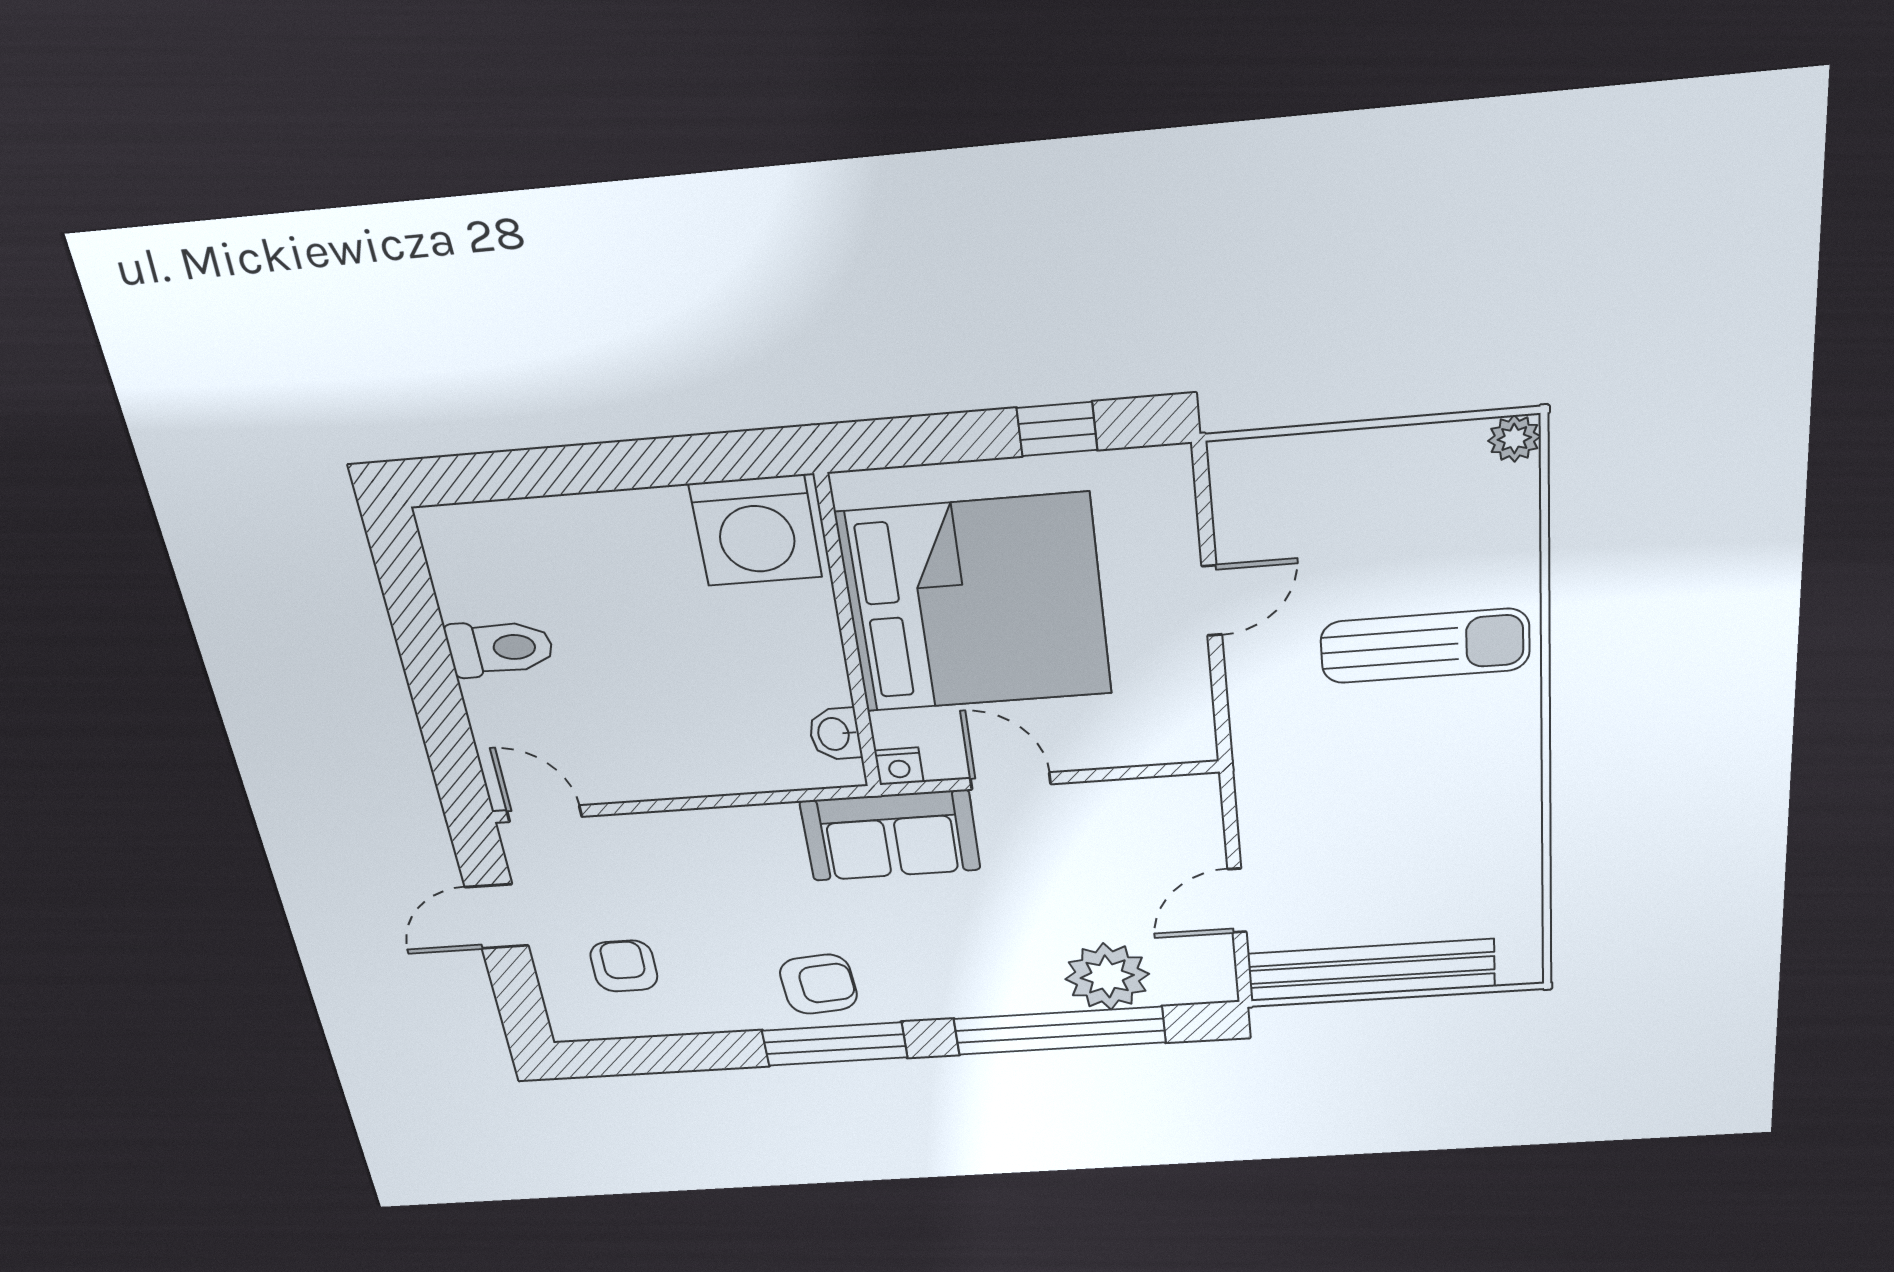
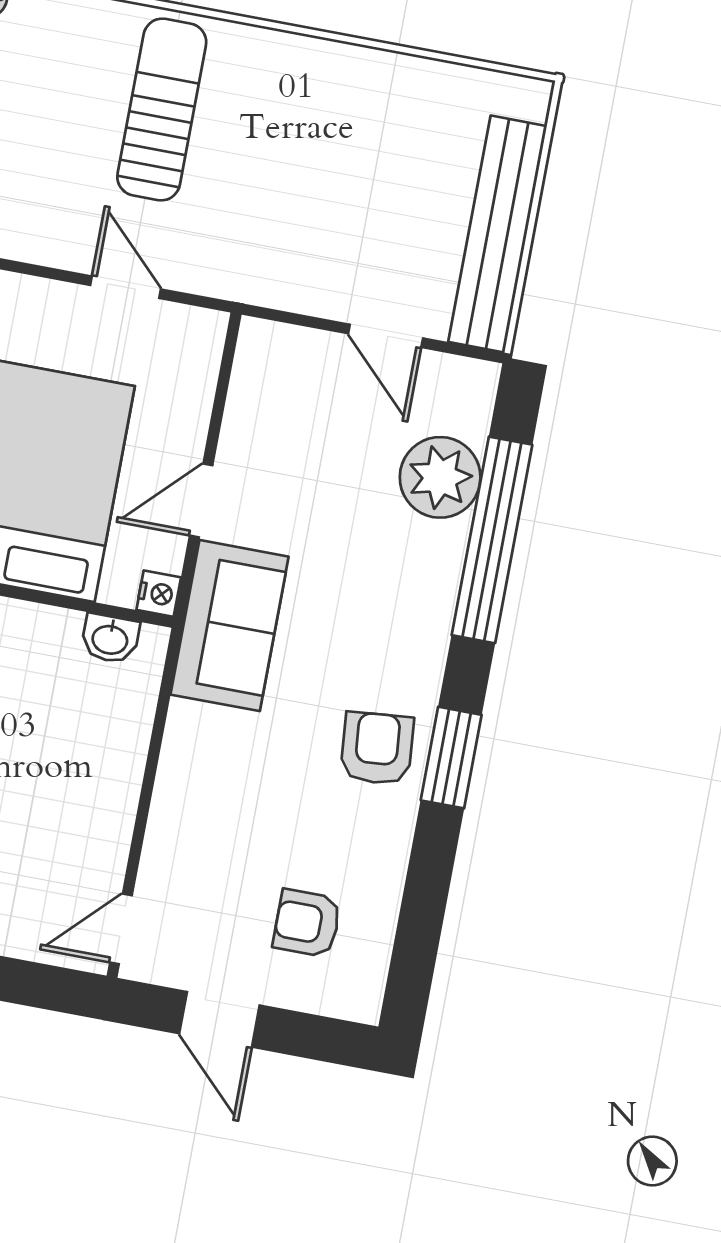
door: (1212, 600) -> (125, 287), moved
window: (835, 1044) -> (451, 758), width x0.69

